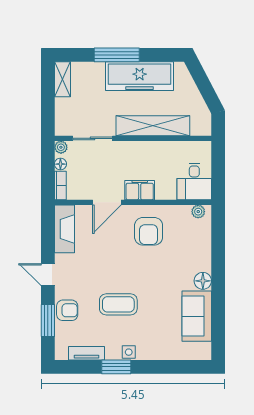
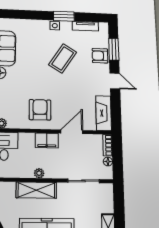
shelving: (153, 126) -> (36, 190), width x0.68
plant: (61, 147) -> (39, 173), moved
coffee table: (118, 304) -> (63, 58), turned -57

